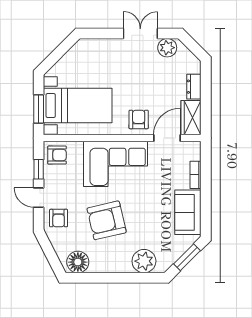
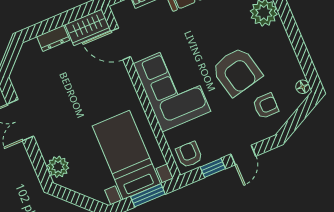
plant: (167, 48) -> (58, 167), moved
armchair: (139, 119) -> (114, 83), removed
armchair: (59, 218) -> (266, 106), moved
floor lamp: (78, 262) -> (303, 87), width x0.53, depth x0.53

